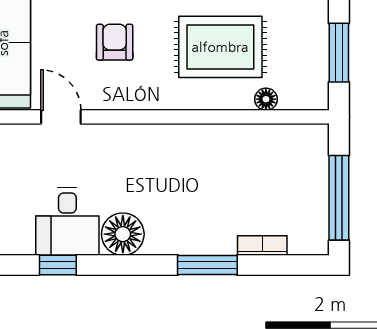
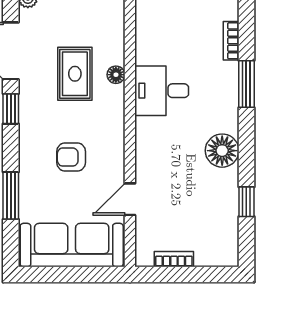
rug: (220, 47) -> (75, 74), width x0.73, depth x0.70
floor lamp: (266, 99) -> (116, 75), moved
desk: (67, 221) -> (162, 91), moved, turned 180

